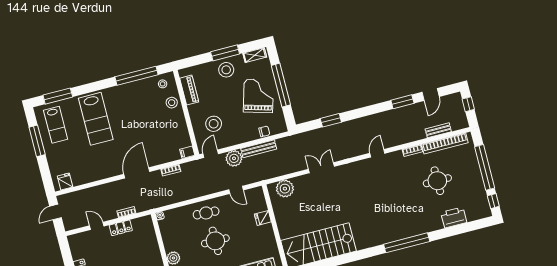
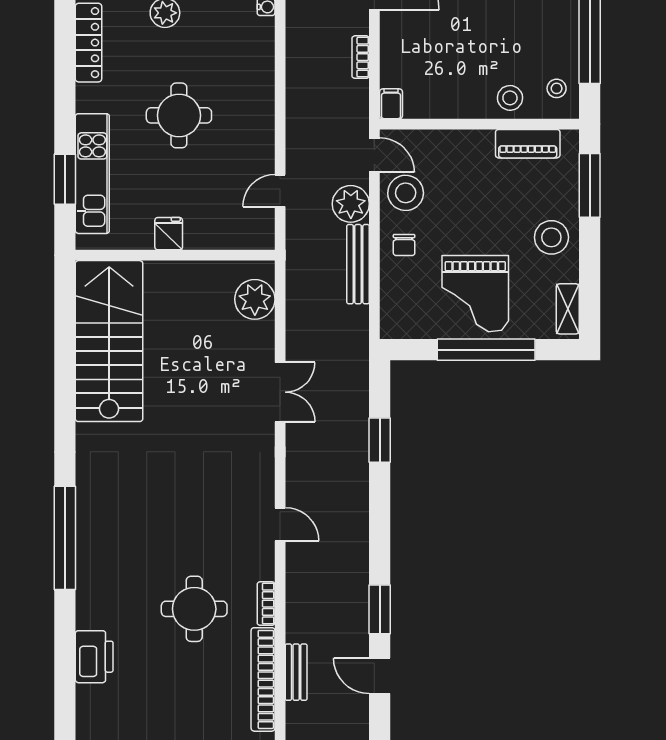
window: (225, 53) -> (590, 185), moved
grand piano: (258, 96) -> (475, 294), turned 74
stool: (214, 124) -> (406, 193), moved
chair: (264, 131) -> (404, 245), moved
round table: (437, 181) -> (194, 609), moved
cafe table: (206, 213) -> (246, 111), removed
fridge: (263, 218) -> (169, 234), moved

